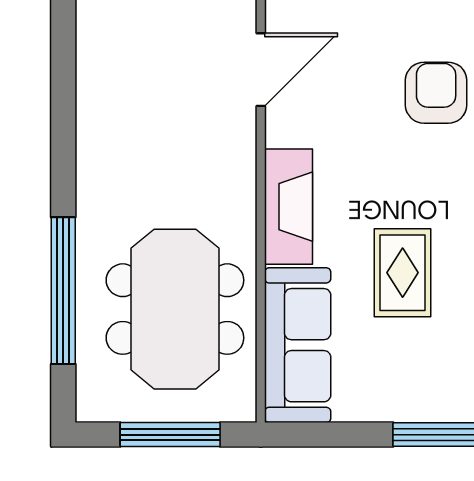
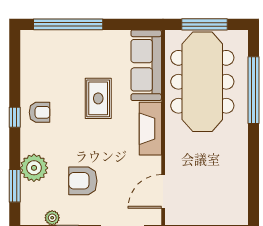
armchair: (436, 93) -> (83, 181), turned 90
meeting table: (175, 309) -> (202, 82), width x1.36

